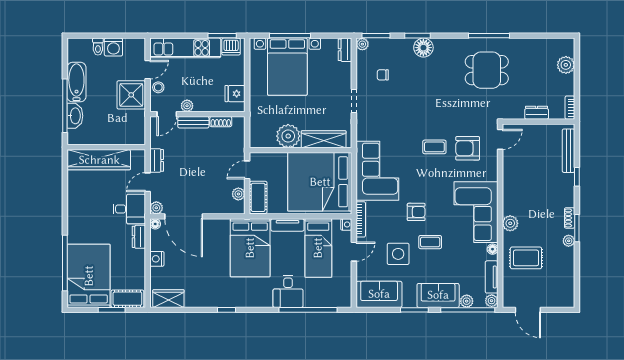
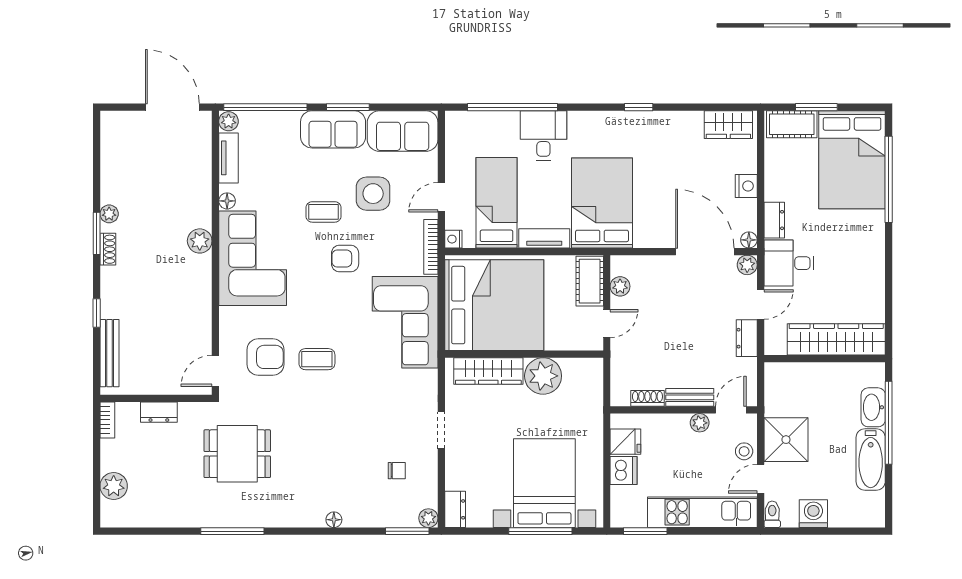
window: (418, 36) -> (343, 531), removed
toilet: (98, 47) -> (772, 514), moved
dishwasher: (231, 47) -> (624, 470), moved, turned 90
floor lamp: (423, 48) -> (334, 520), width x0.53, depth x0.53
dining table: (487, 70) -> (237, 454), moved
rug: (526, 258) -> (175, 187), removed
sofa: (438, 295) -> (333, 129), moved
plant: (467, 301) -> (267, 121), removed
door: (528, 310) -> (172, 107), width x1.36

